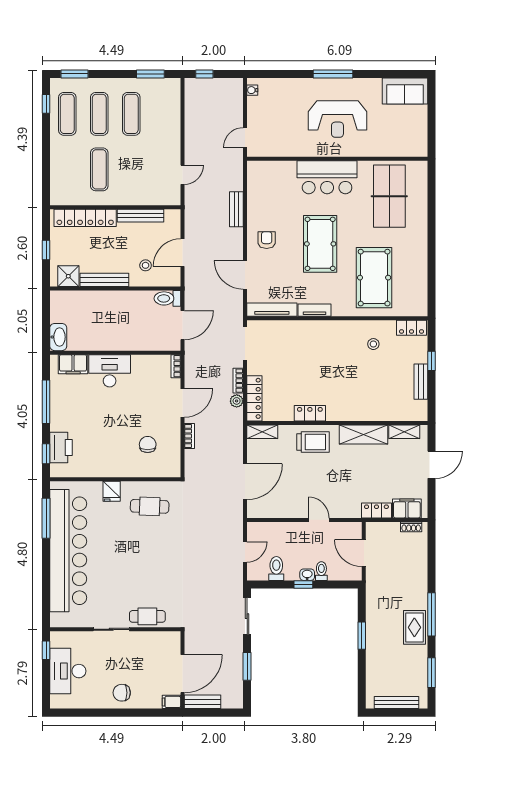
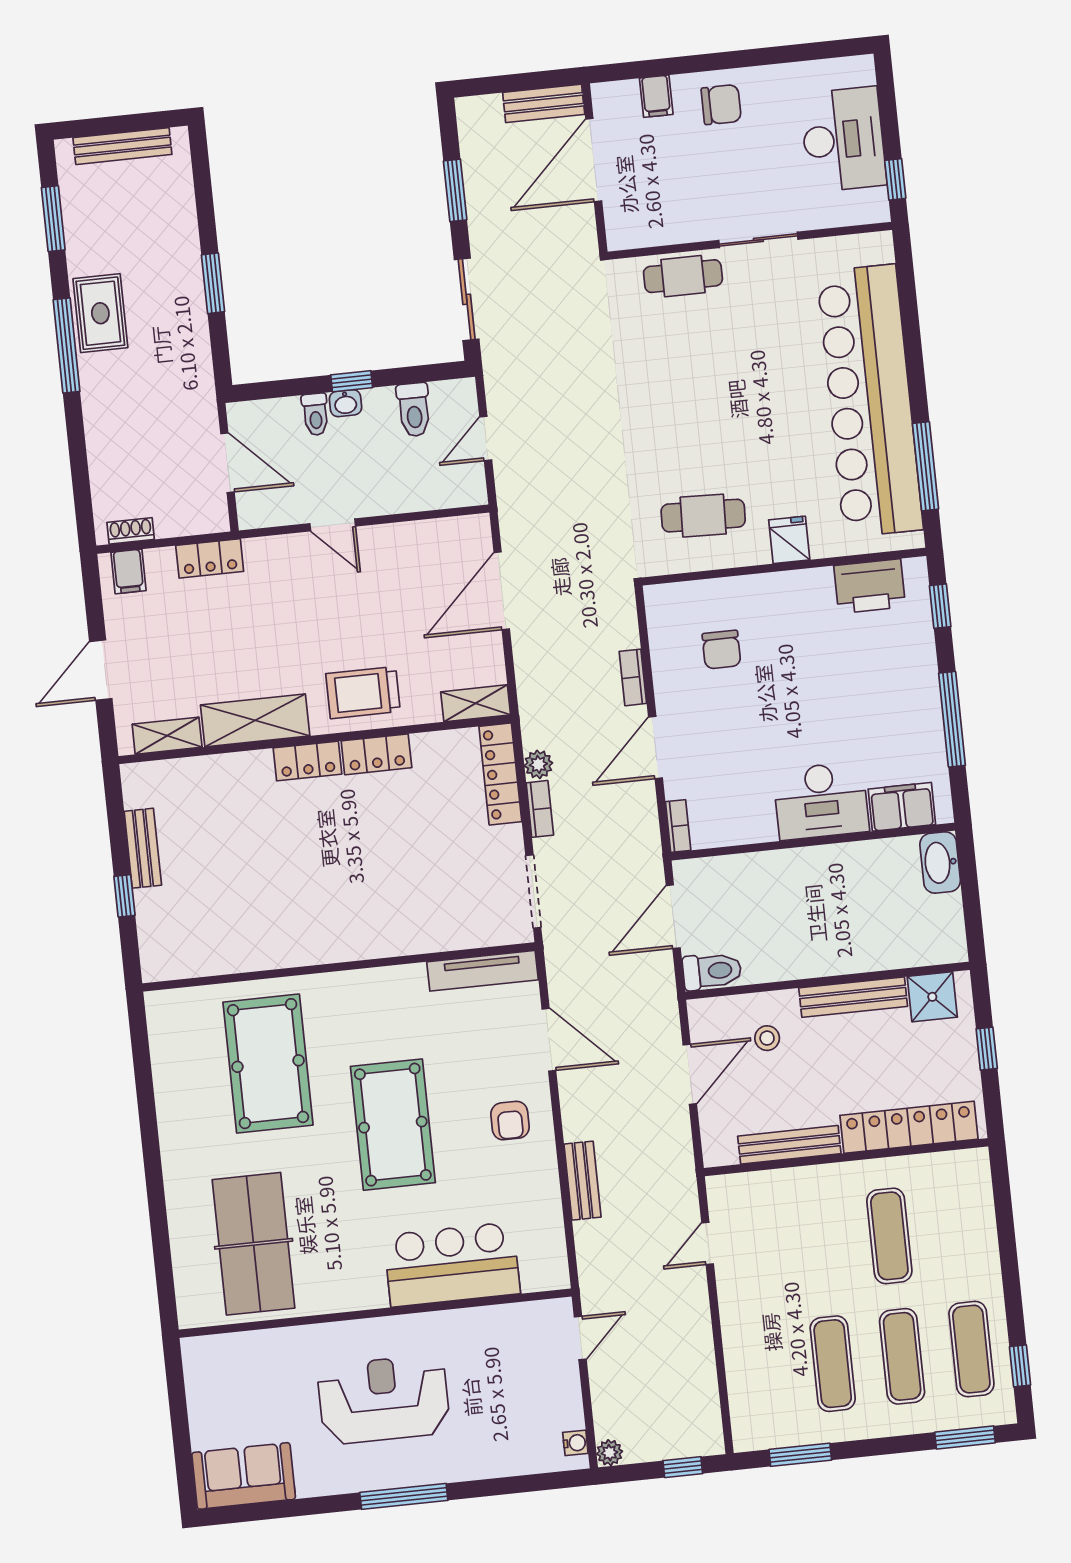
plant: (237, 84) -> (610, 1453), added
bar counter: (327, 177) -> (452, 1264), moved
tv unit: (315, 310) -> (390, 979), removed
locker: (412, 328) -> (308, 761), moved, turned 180
stool: (373, 344) -> (254, 919), removed
printer: (61, 448) -> (870, 586), moved, turned -90
filing cabinet: (407, 508) -> (128, 571), width x0.50
filing cabinet: (172, 702) -> (656, 96), moved, turned 90

